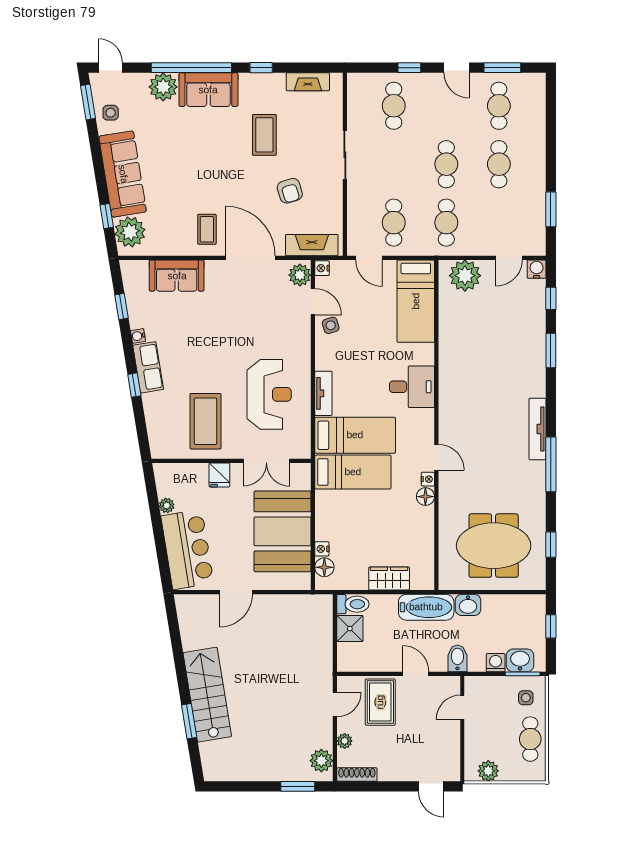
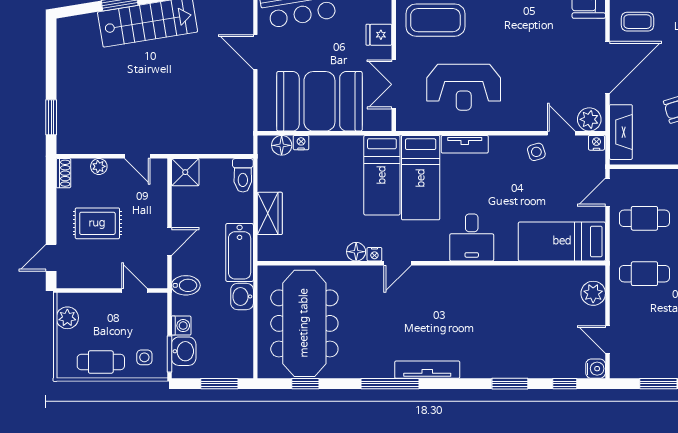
plant: (465, 276) -> (593, 293), width x0.73, depth x0.73
door: (313, 302) -> (561, 133), swing flipped
meeting table: (494, 546) -> (304, 323), width x1.36
window: (551, 626) -> (219, 384), width x1.50
shower: (350, 629) -> (185, 172), moved
rug: (380, 702) -> (97, 223), moved
plant: (321, 761) -> (78, 142), removed
shoe rack: (357, 775) -> (63, 173), width x0.70

